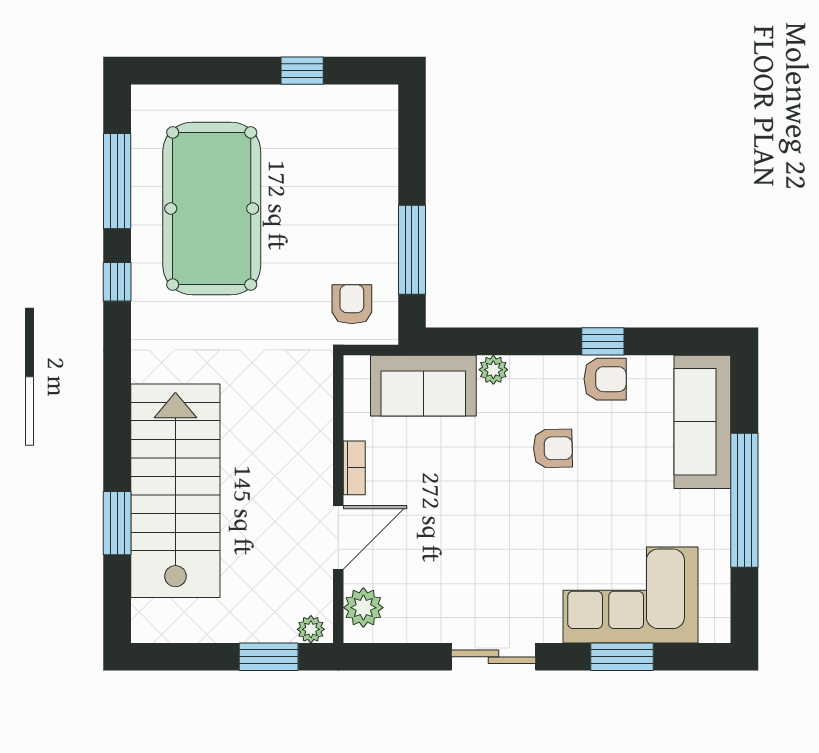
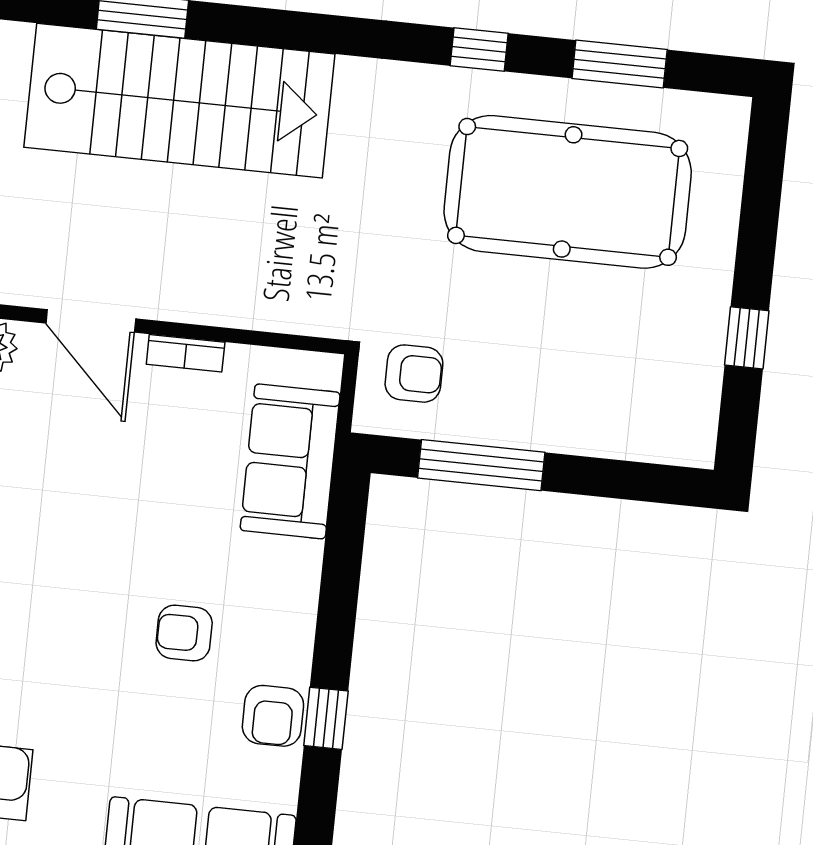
window: (117, 181) -> (620, 64), width x0.69
plant: (493, 370) -> (302, 561), removed
armchair: (553, 448) -> (184, 633), turned 91

